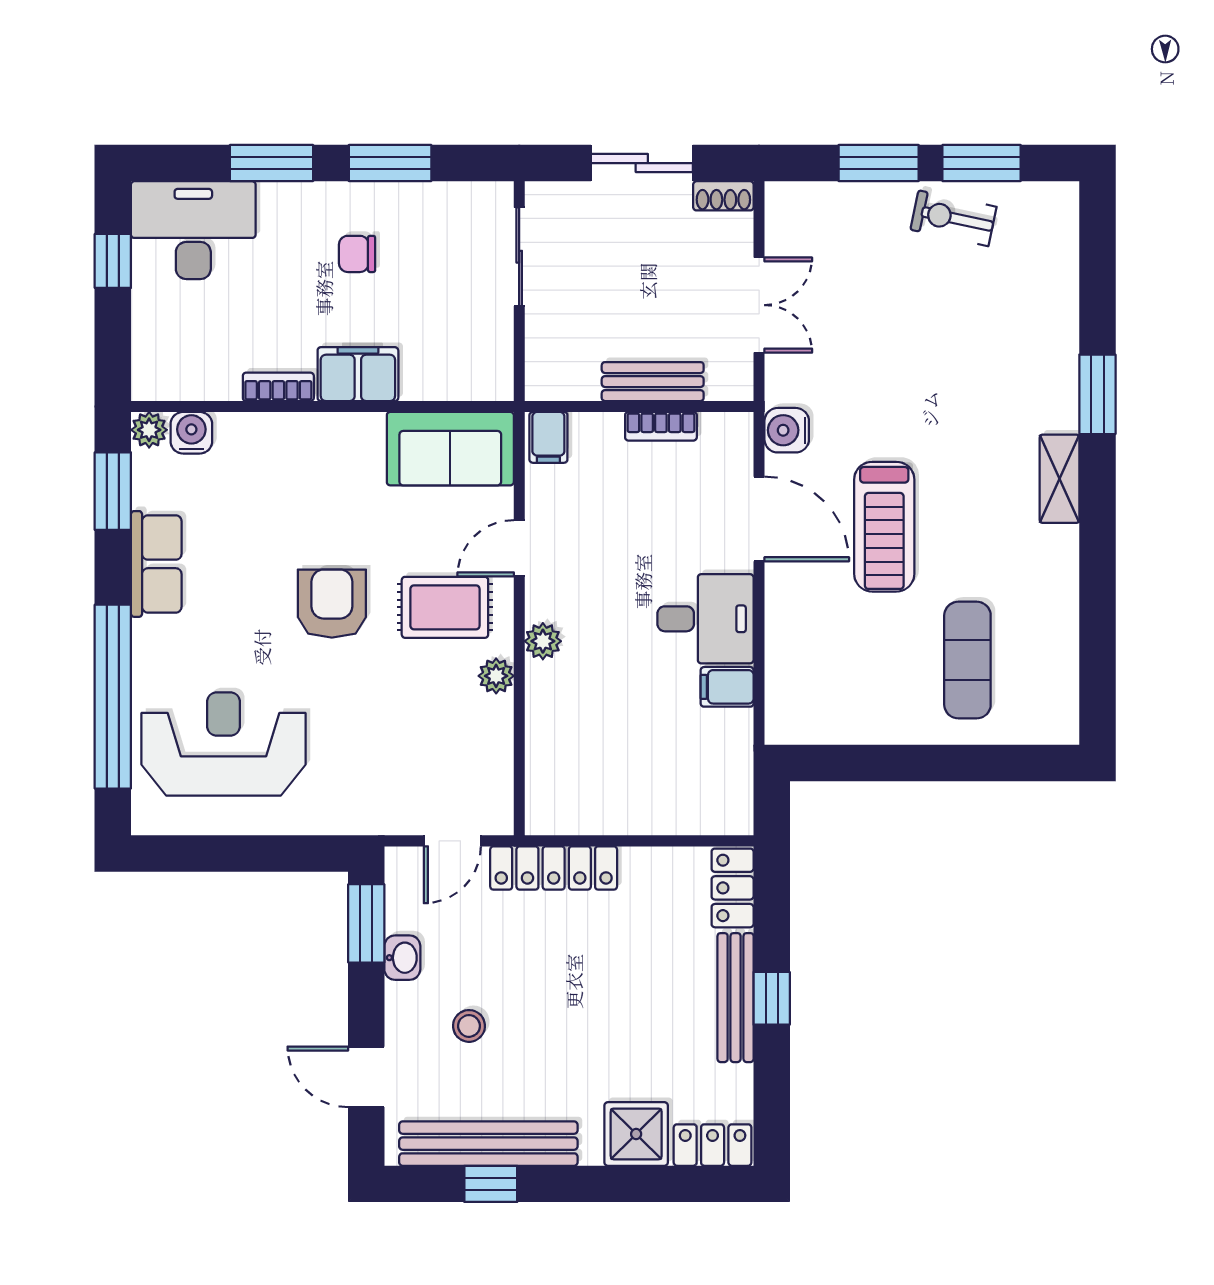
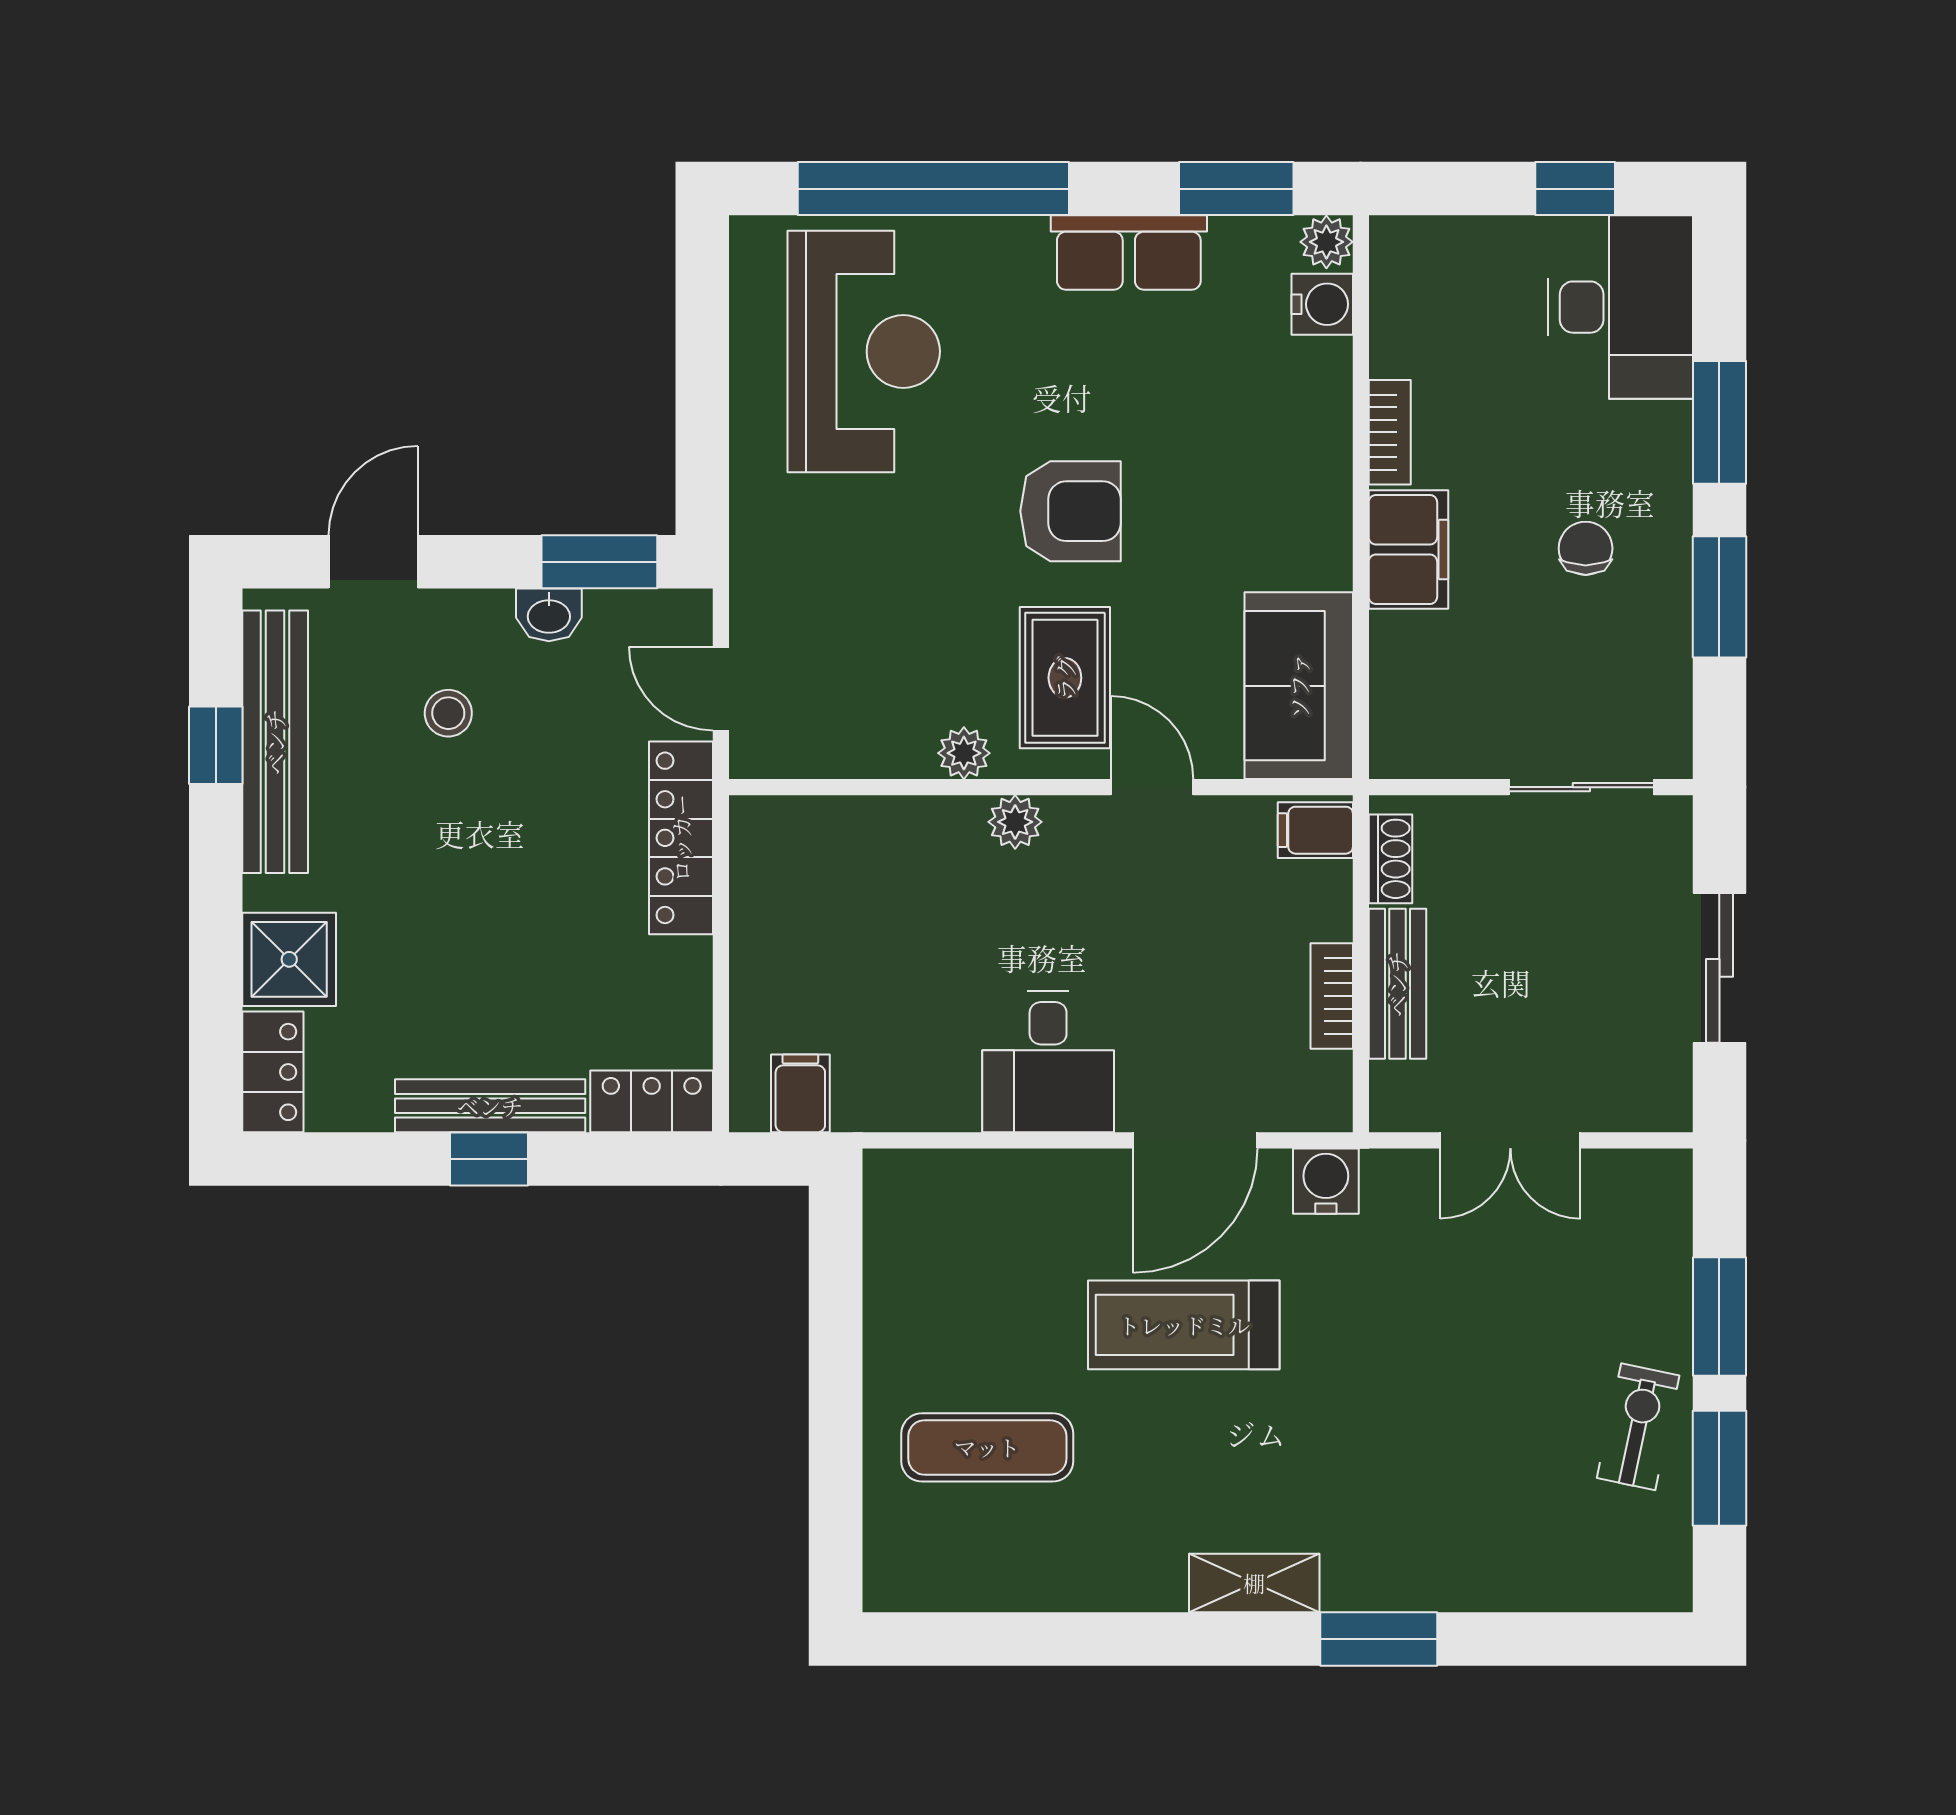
shoe rack: (723, 196) -> (1390, 859), moved, turned 180
filing cabinet: (727, 687) -> (800, 1093), moved

